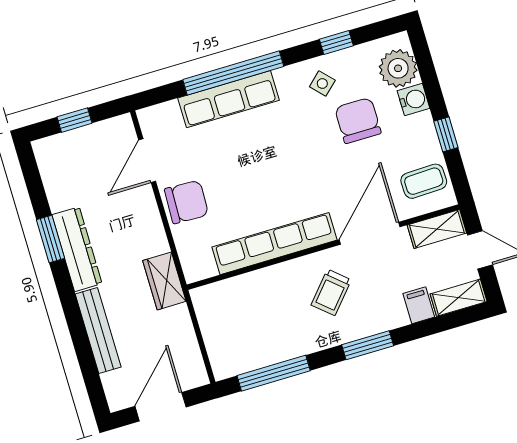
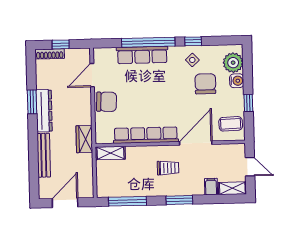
window: (336, 42) -> (193, 41), moved
shoe rack: (59, 143) -> (50, 54), added
shelving: (437, 229) -> (110, 153), moved
trolley: (331, 292) -> (168, 168), turned -131

